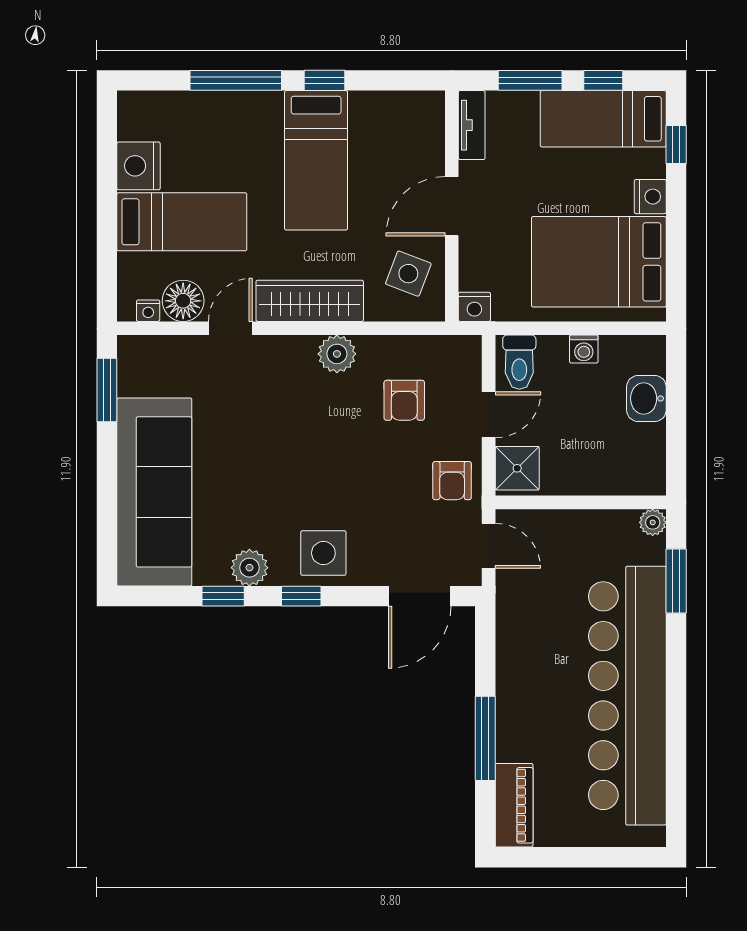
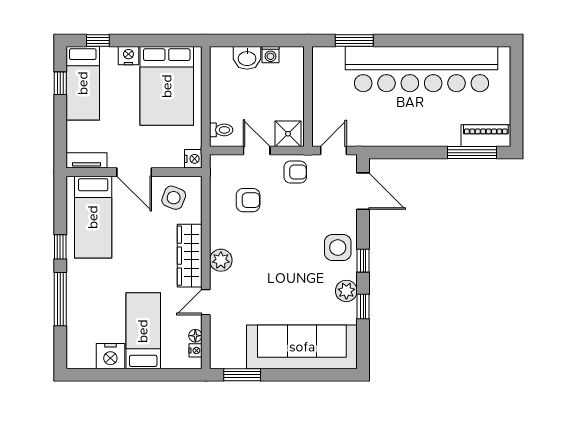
window: (530, 80) -> (60, 126), removed
bed: (316, 160) -> (93, 217), moved, turned 90
floor lamp: (183, 301) -> (195, 336), width x0.53, depth x0.53
door: (230, 328) -> (206, 302), hinge flipped
washing machine: (584, 349) -> (270, 55), moved, turned 90
plant: (337, 354) -> (221, 260), moved
toilet: (519, 362) -> (221, 130), width x0.73, depth x0.72
plant: (653, 522) -> (320, 54), removed
window: (485, 738) -> (472, 153), moved

